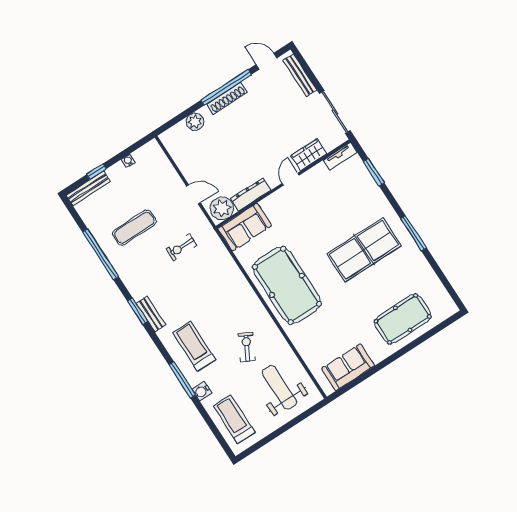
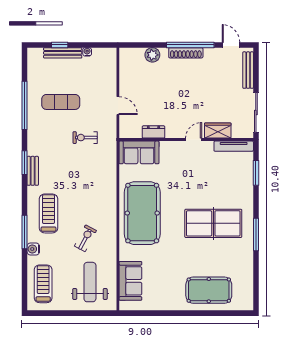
tv unit: (340, 156) -> (234, 146), width x1.41
bench: (88, 188) -> (63, 53), moved
dresser: (251, 194) -> (154, 132), width x0.70
plant: (222, 208) -> (132, 129), removed
sofa: (348, 367) -> (130, 281), moved, turned 90

